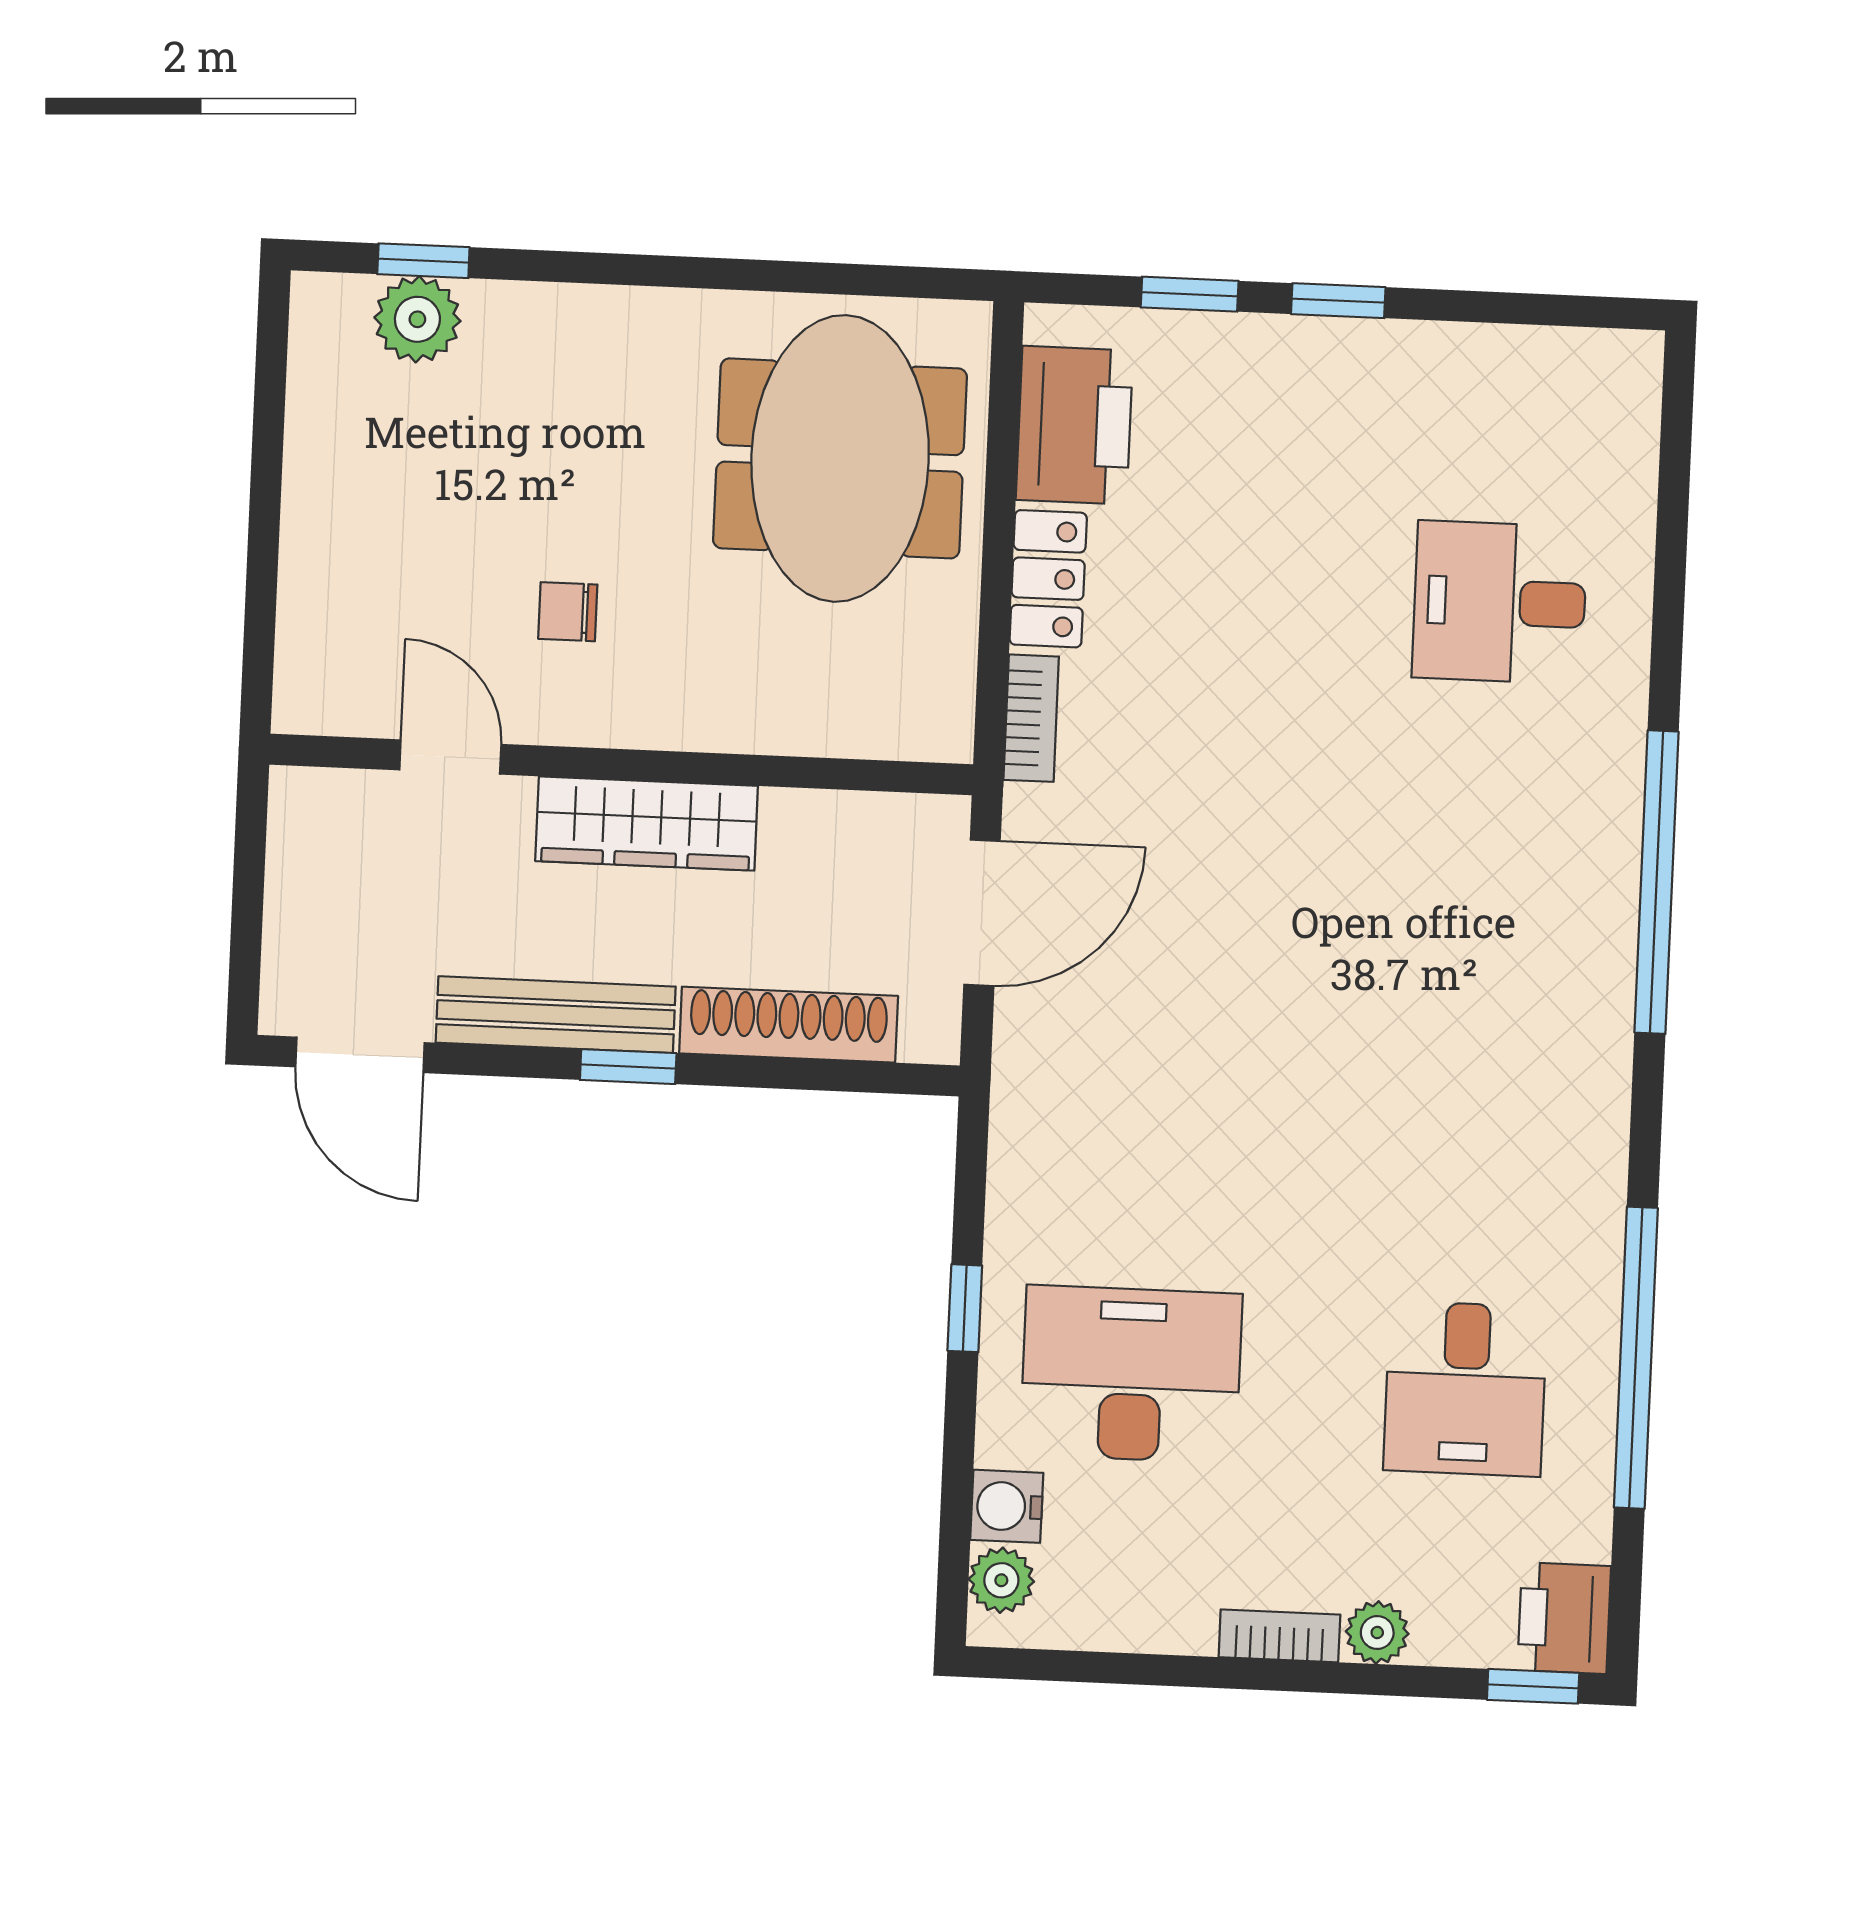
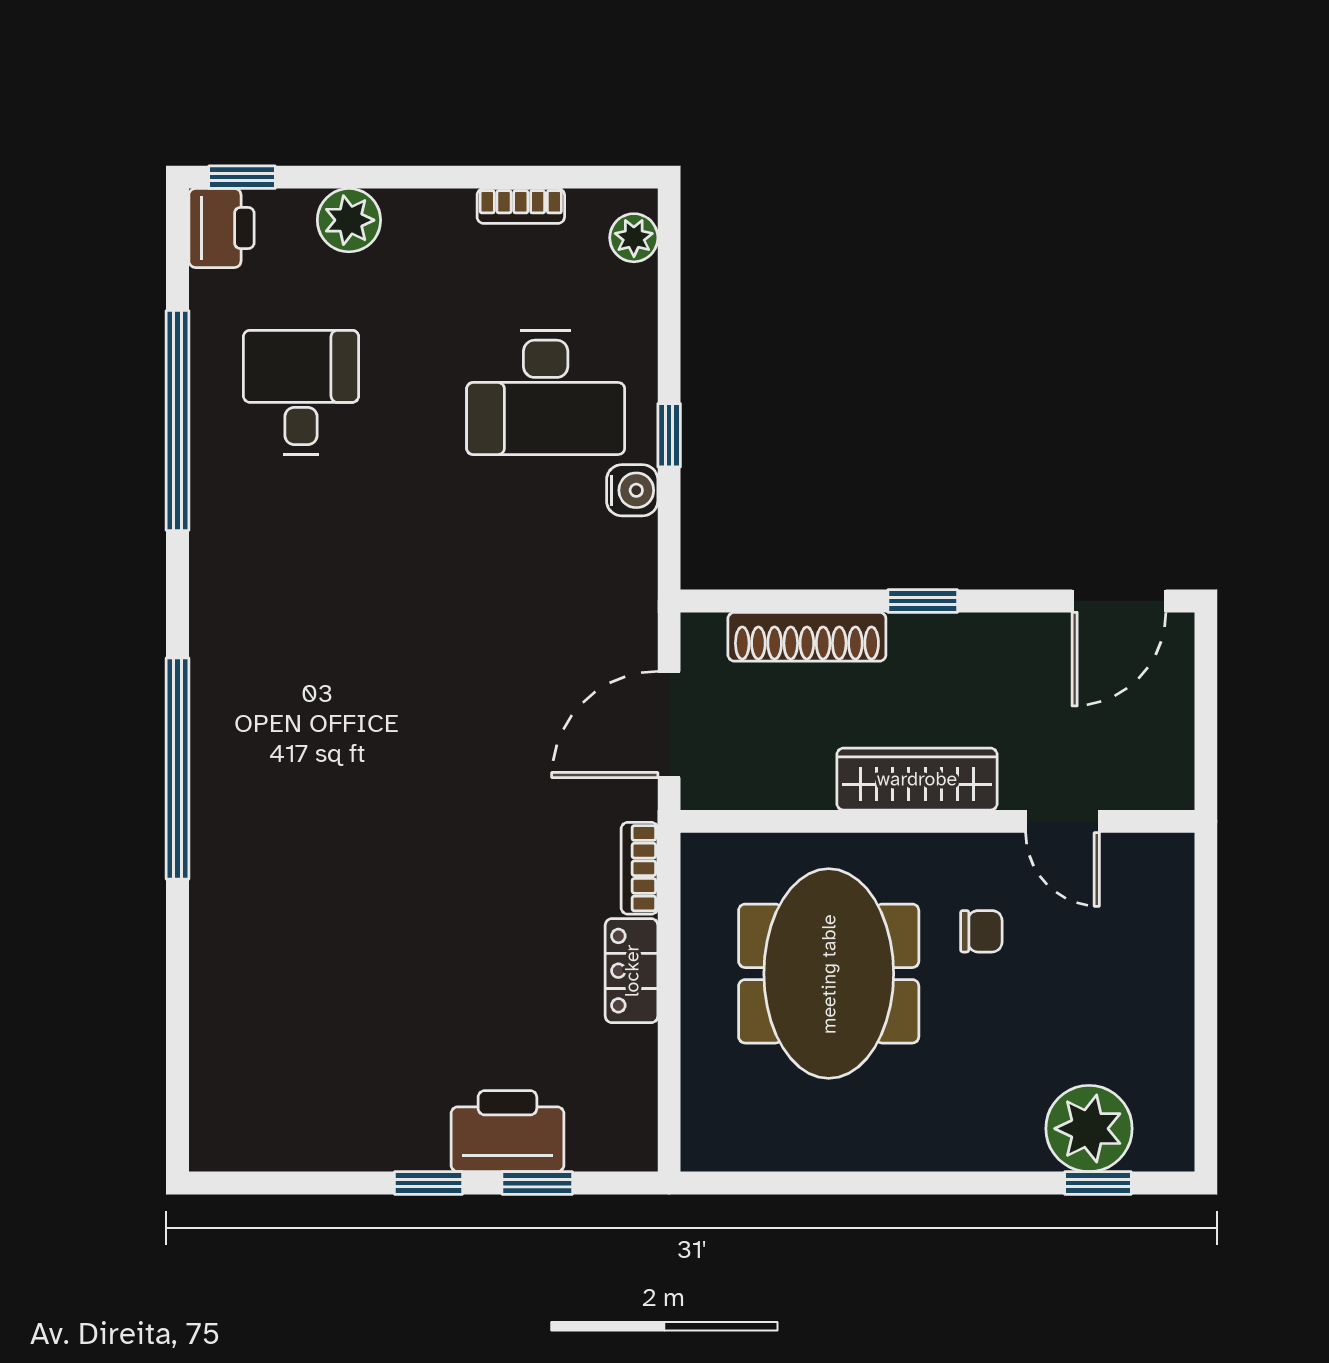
plant: (417, 319) -> (1089, 1129), width x1.36, depth x1.36
printer: (1074, 425) -> (507, 1131), moved, turned 90
meeting table: (840, 458) -> (829, 974), moved
desk: (1500, 602) -> (301, 968), removed
bench: (556, 1015) -> (977, 637), removed
door: (360, 1055) -> (1119, 601), swing flipped
water cooler: (1007, 1506) -> (632, 490), moved
plant: (1377, 1632) -> (349, 220), width x1.38, depth x1.38
bookcase: (1279, 1636) -> (521, 206), moved

